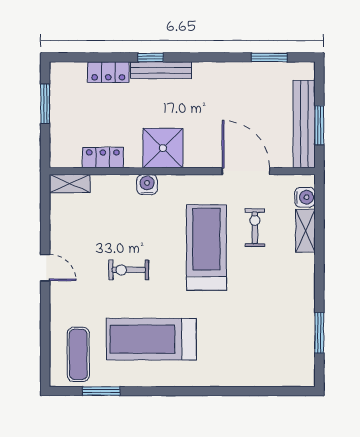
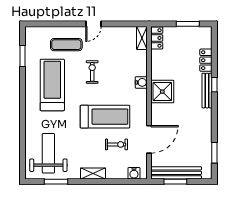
locker: (103, 158) -> (157, 38), moved
shelving: (305, 231) -> (93, 174), moved
weight bench: (270, 346) -> (48, 153), added
exercise mat: (78, 354) -> (66, 45), moved

